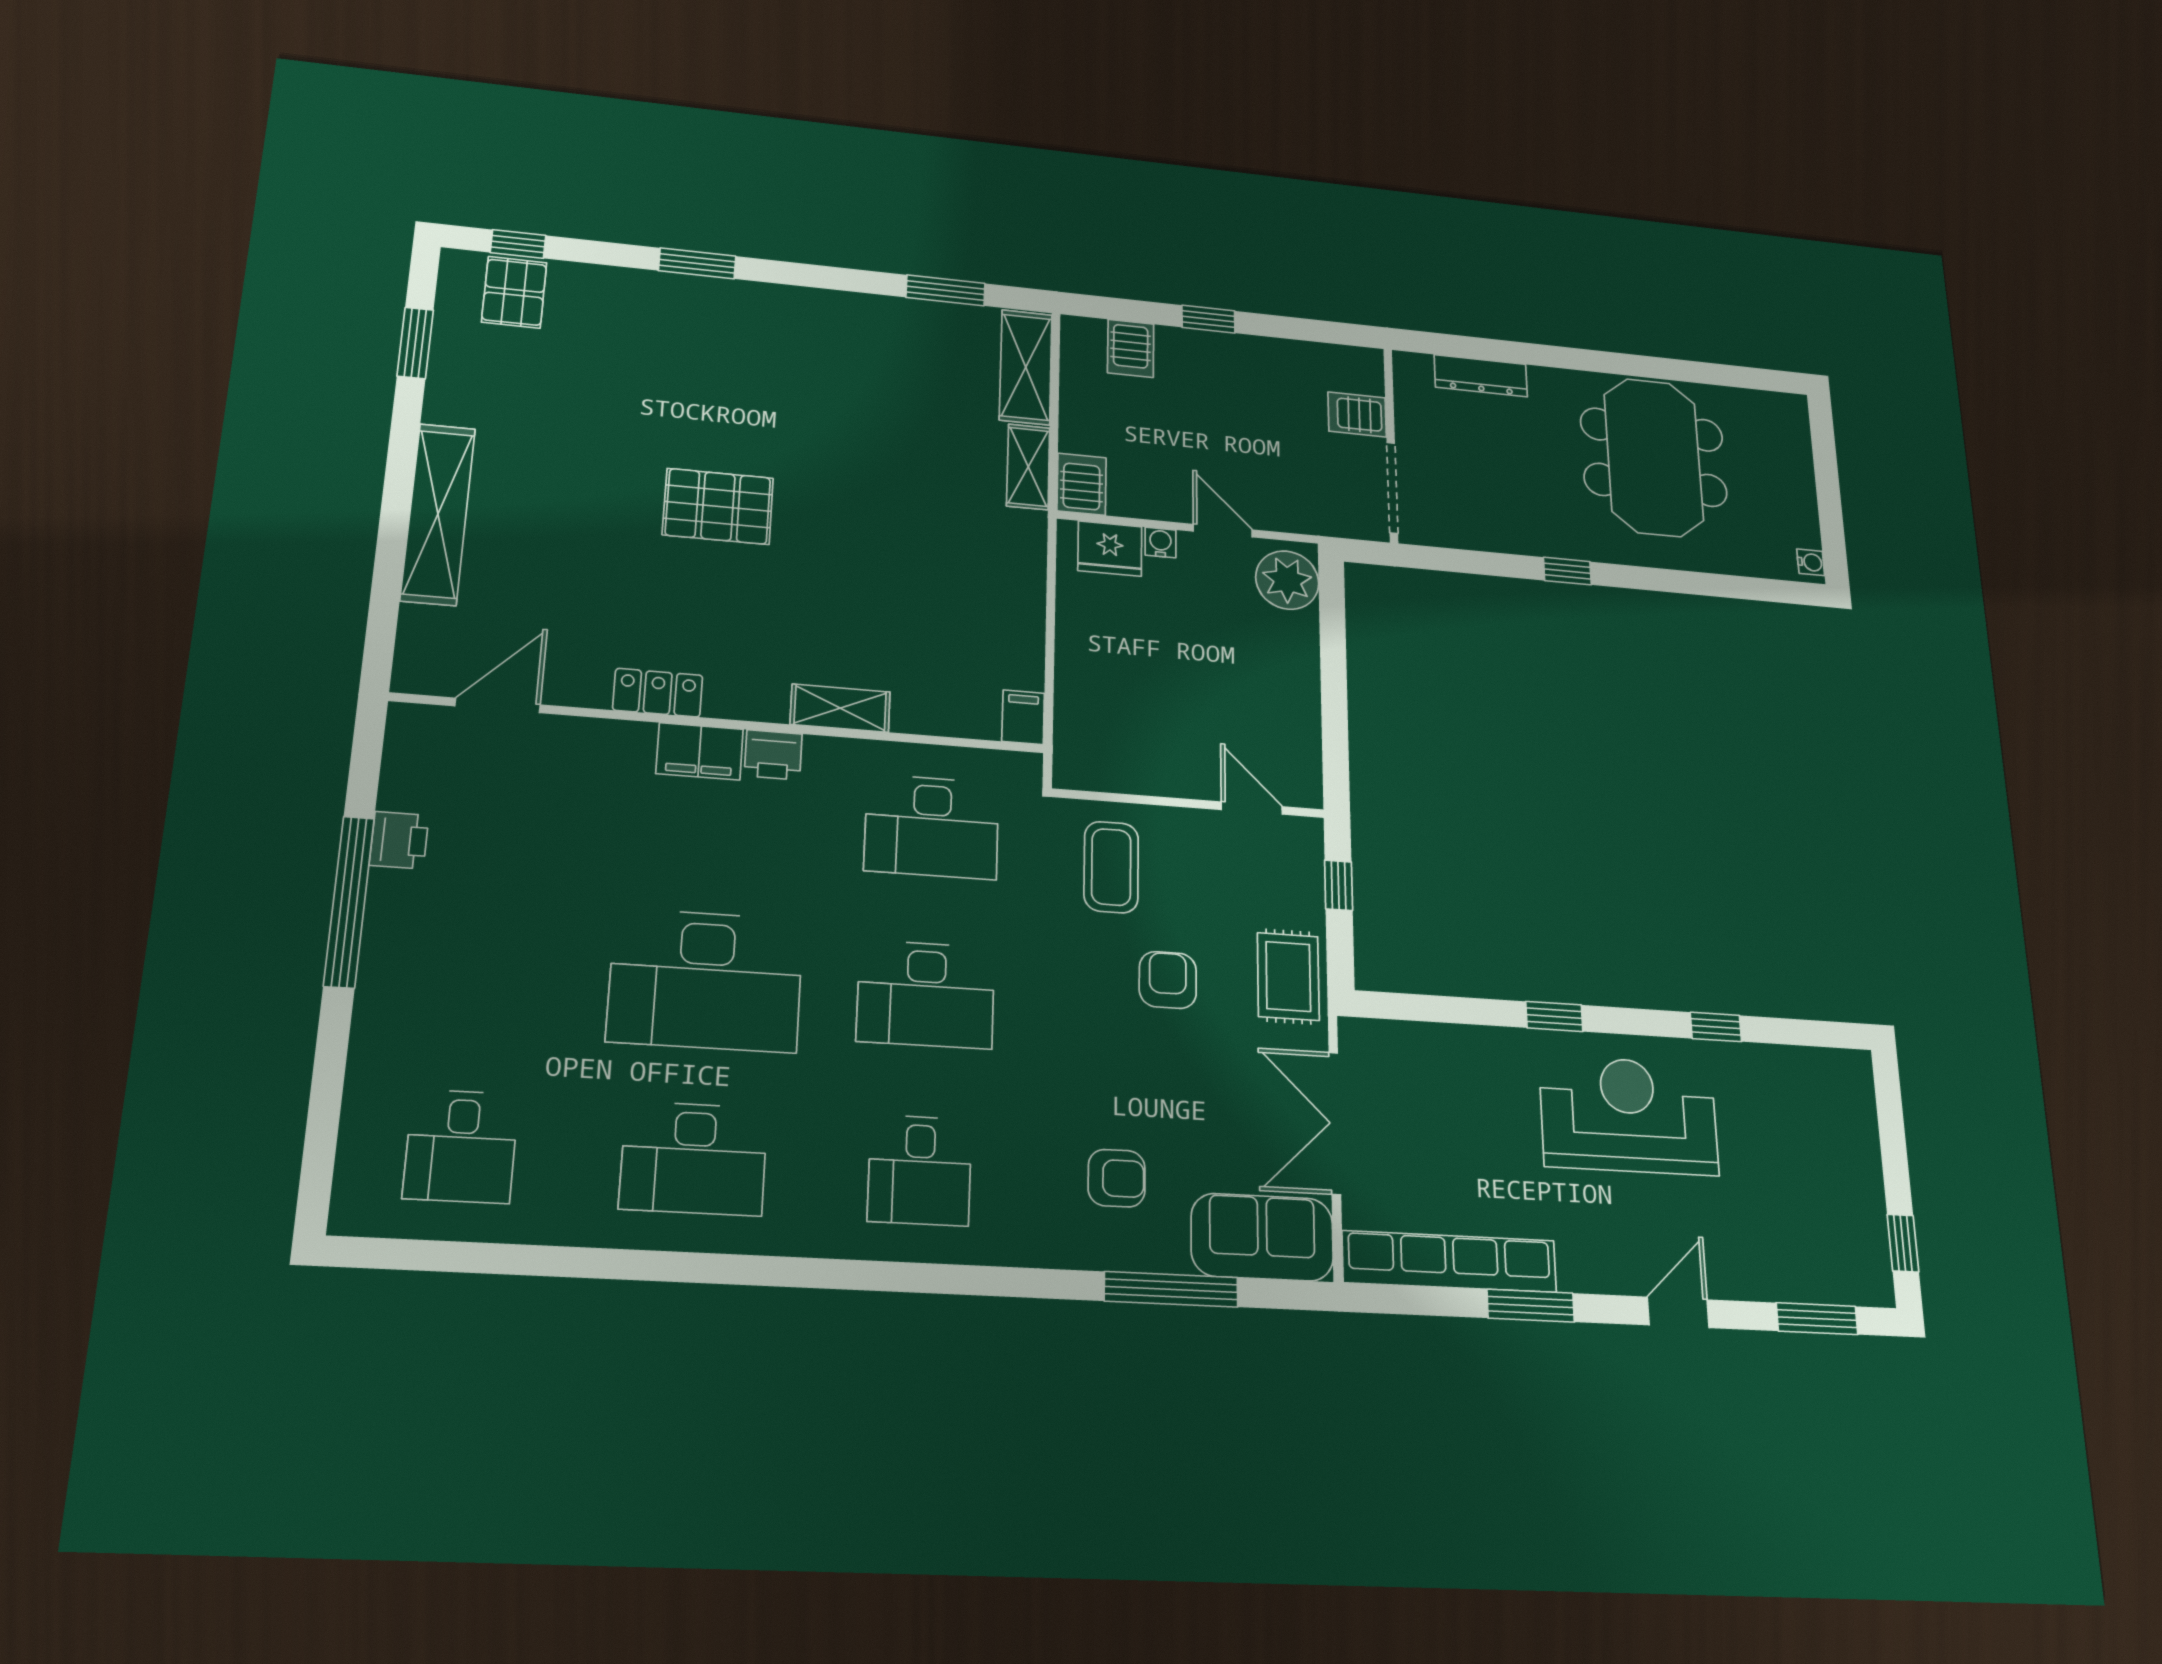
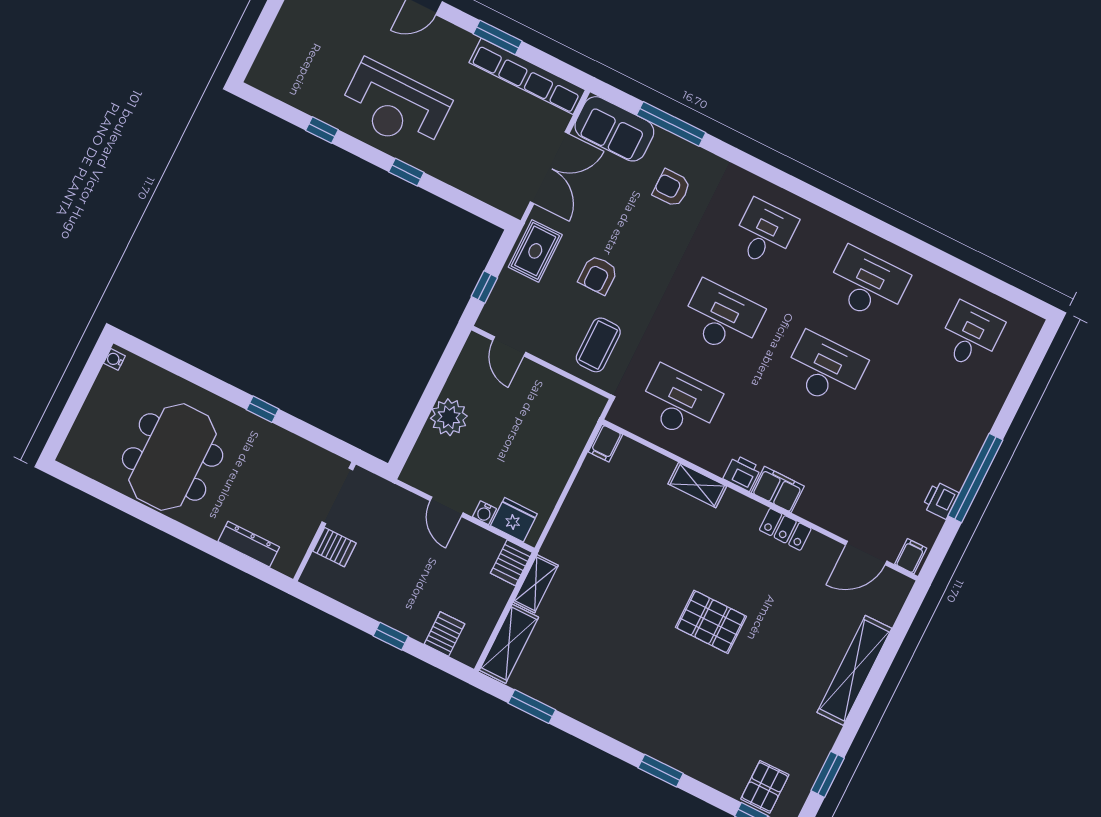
plant: (1287, 580) -> (449, 417), moved
filing cabinet: (415, 728) -> (911, 556), added
desk: (706, 980) -> (825, 369), width x0.73, depth x0.77

